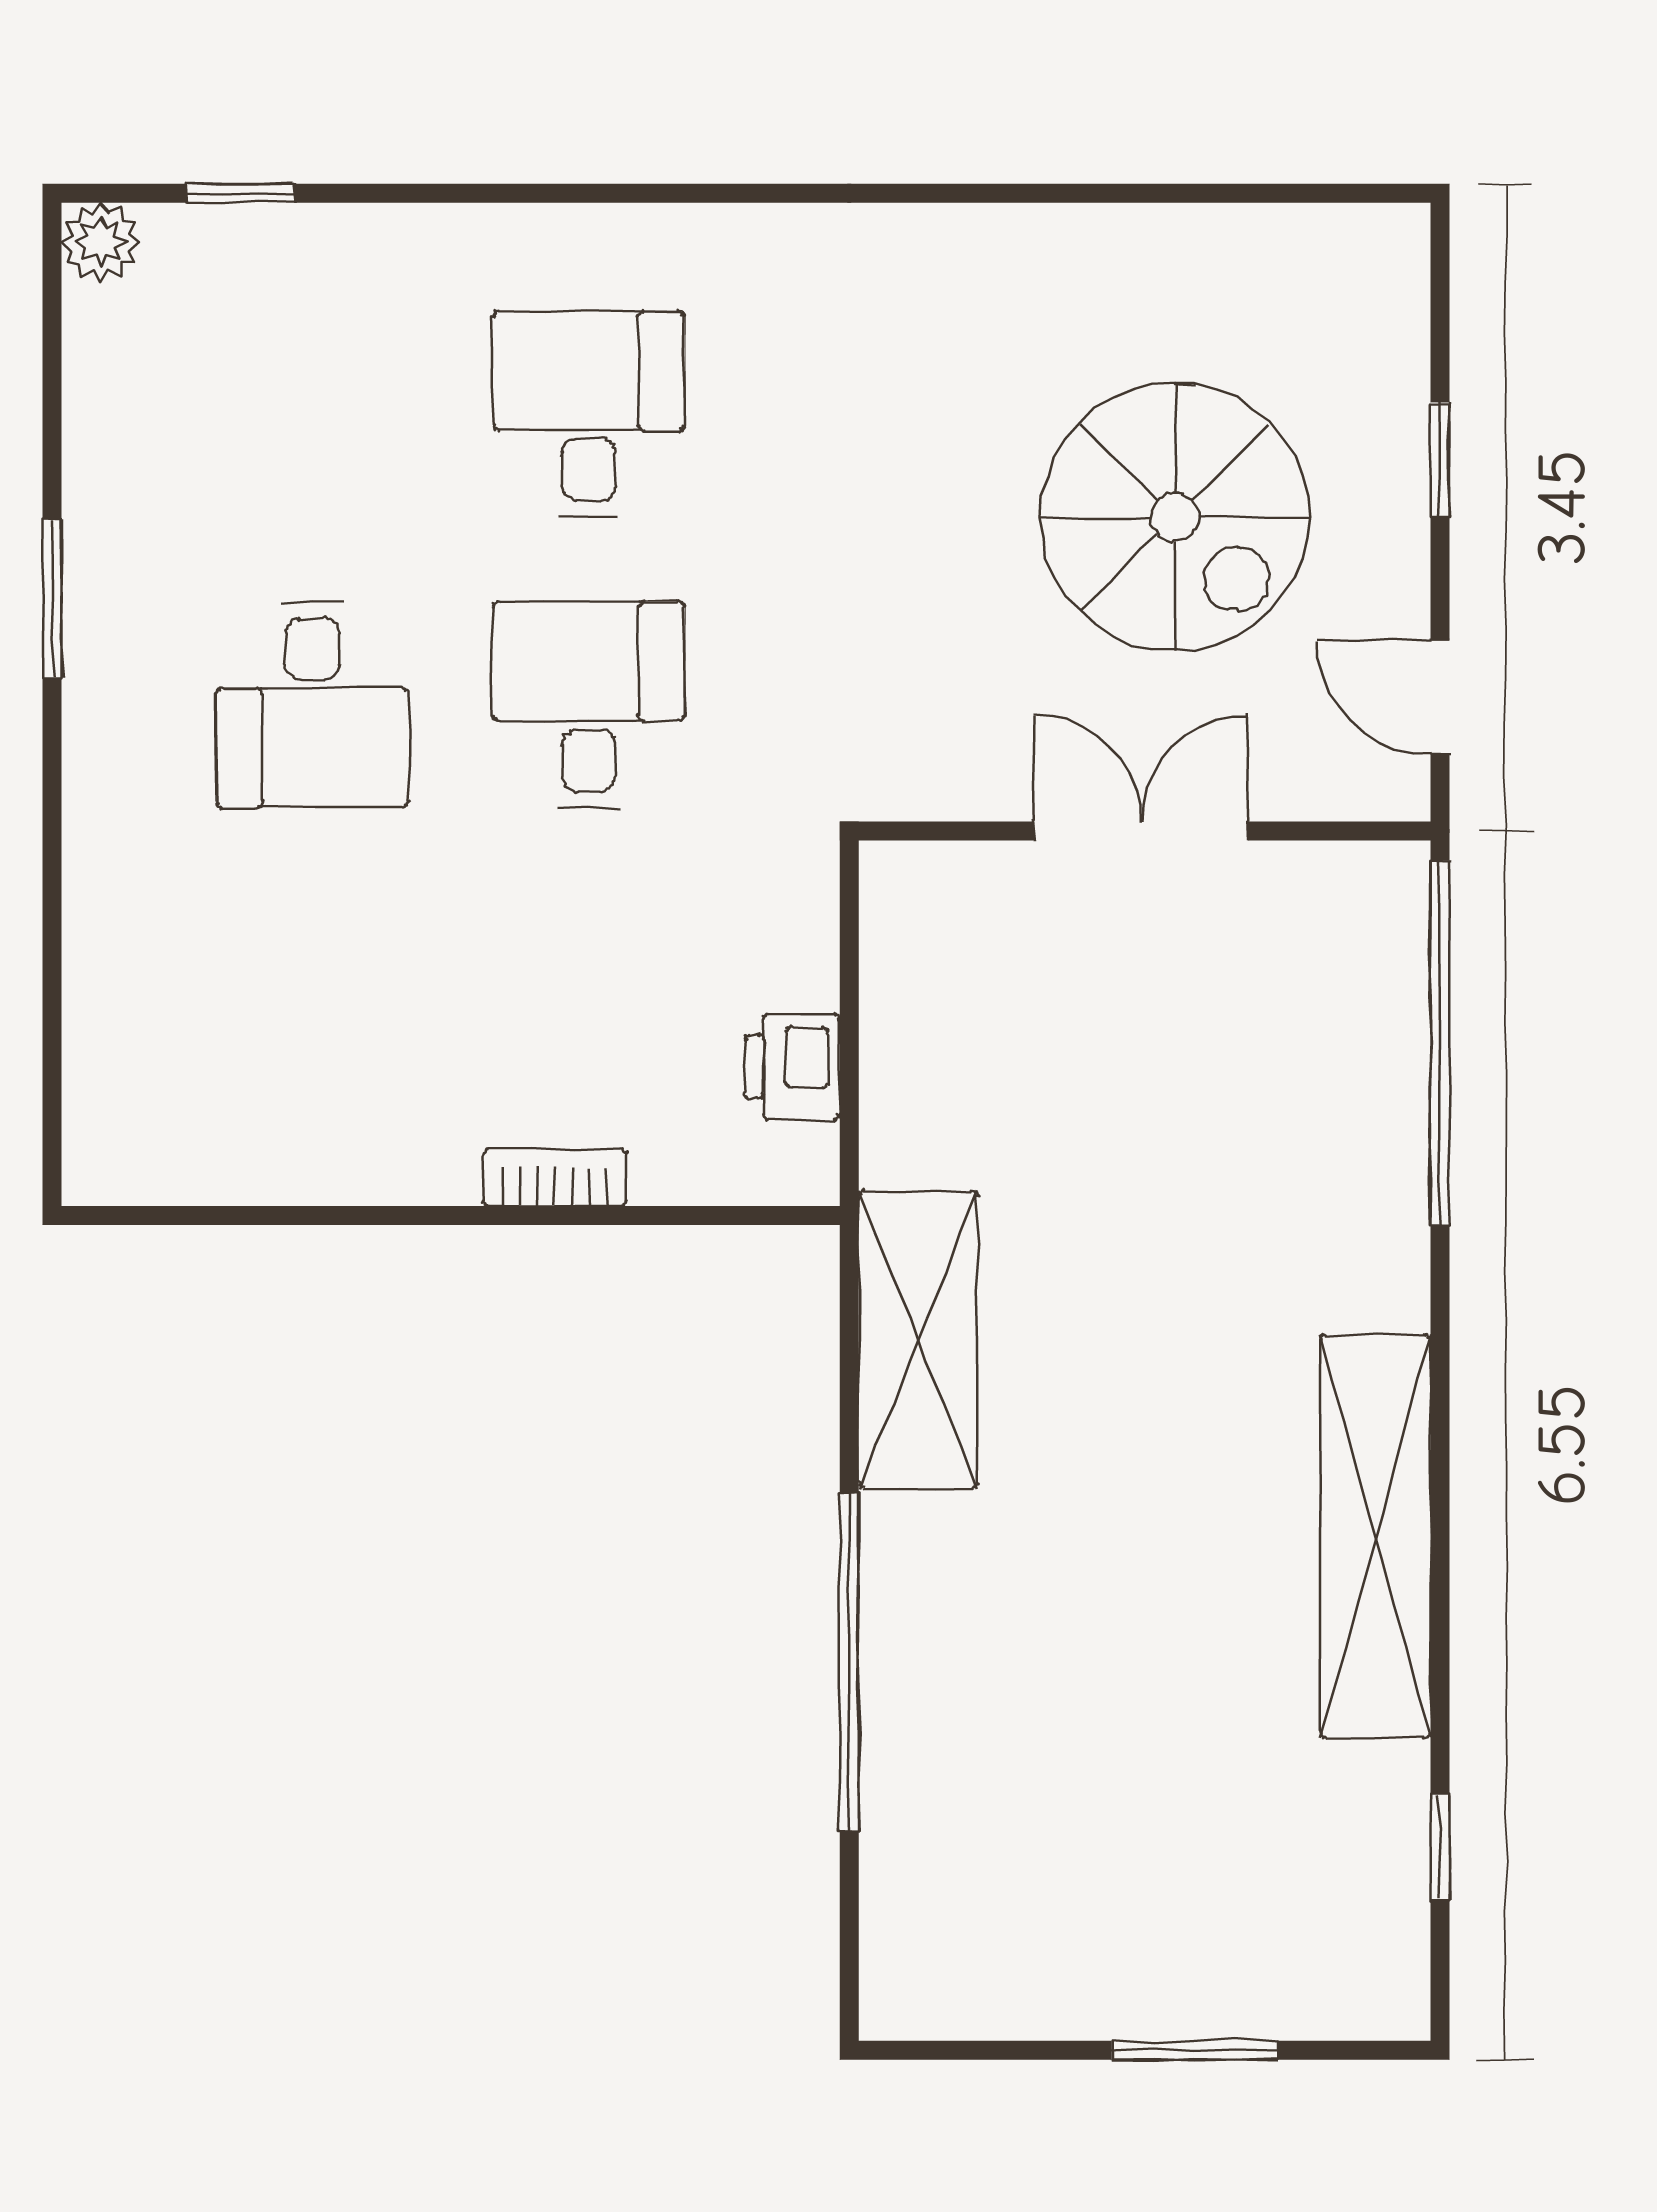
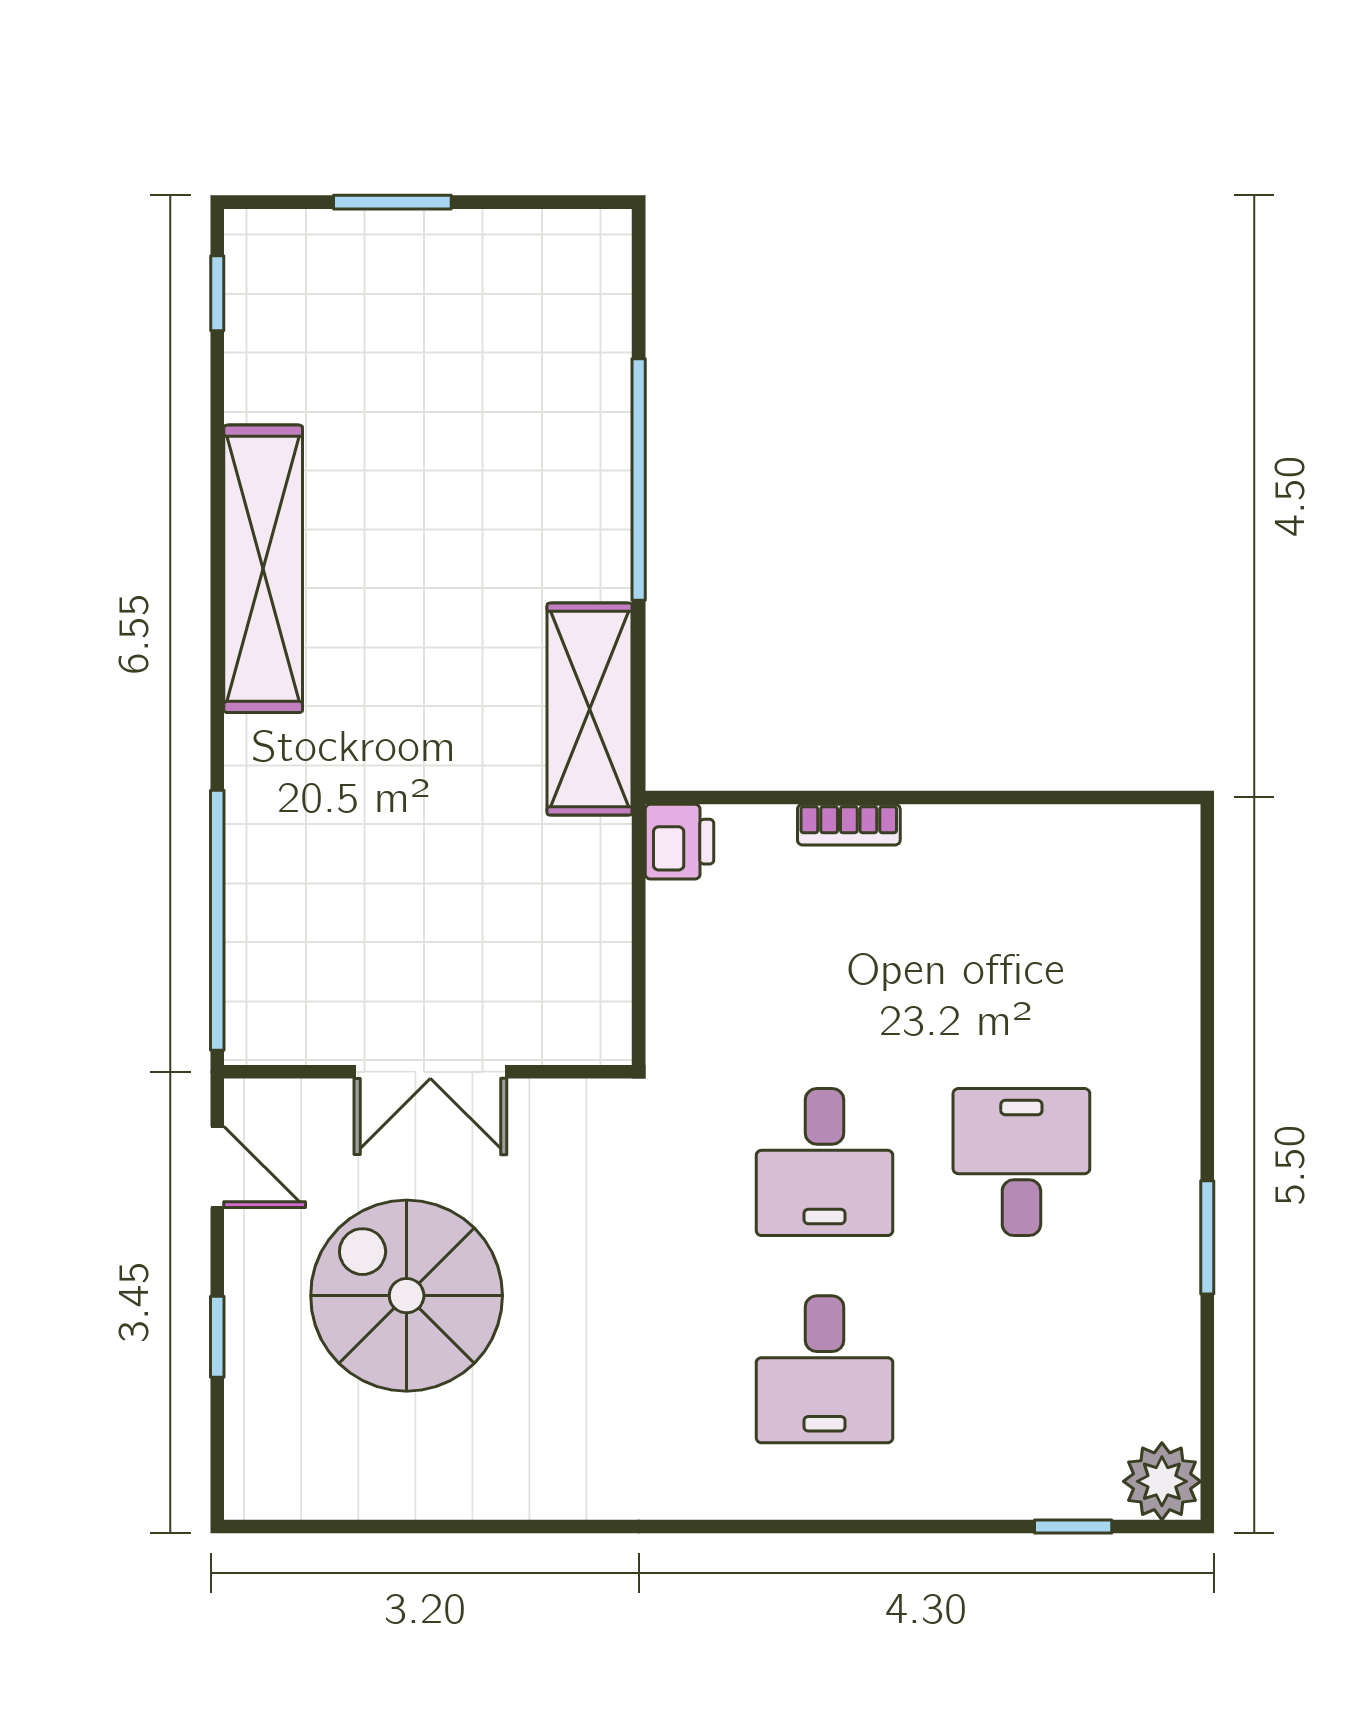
plant: (101, 242) -> (1162, 1481), width x1.38, depth x1.38
printer: (792, 1067) -> (679, 842), moved
window: (1440, 1847) -> (217, 293), moved

